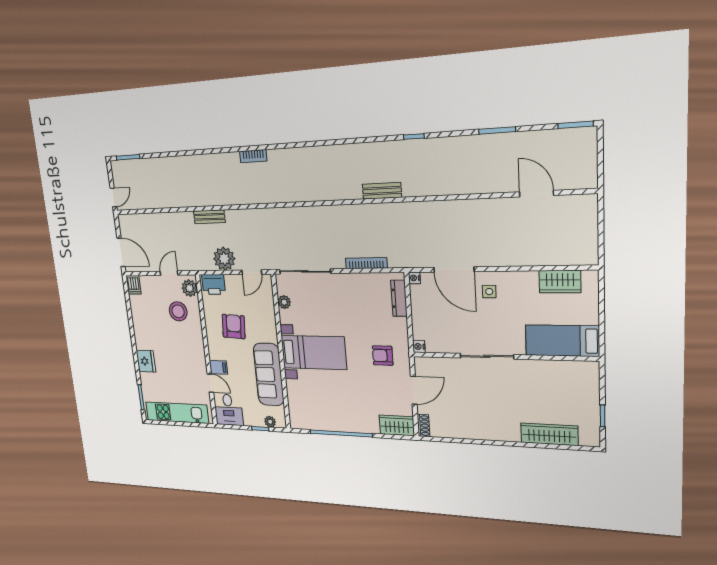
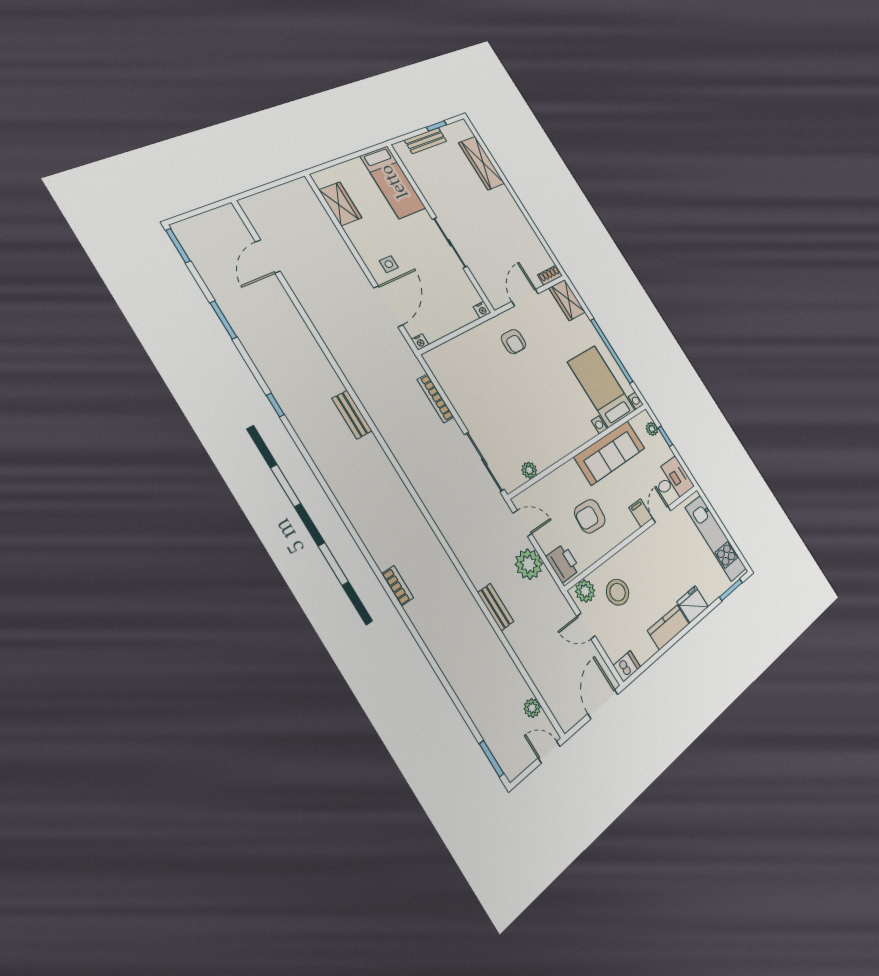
plant: (142, 203) -> (532, 708), added
dresser: (399, 298) -> (449, 349), removed
kitchen counter: (141, 332) -> (668, 627), added
bed with nightstands: (314, 353) -> (601, 386), moved
door: (414, 390) -> (525, 298), hinge flipped
bench: (591, 396) -> (426, 141), added

